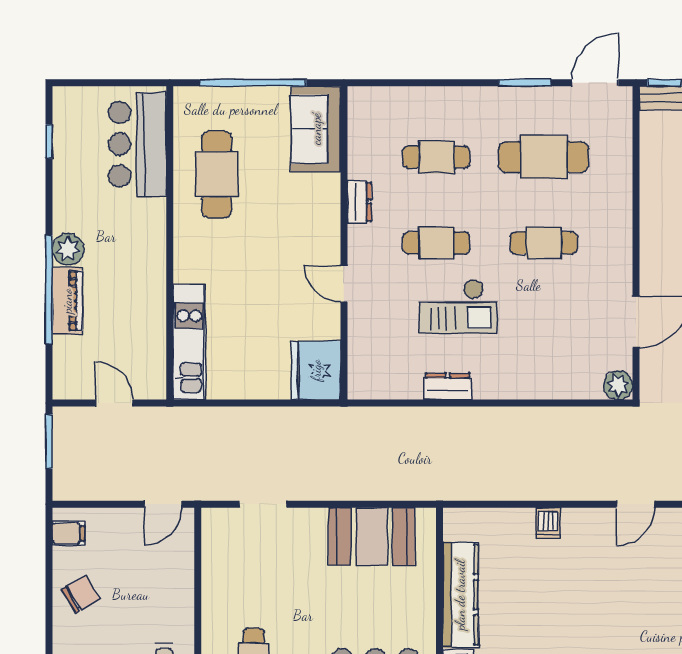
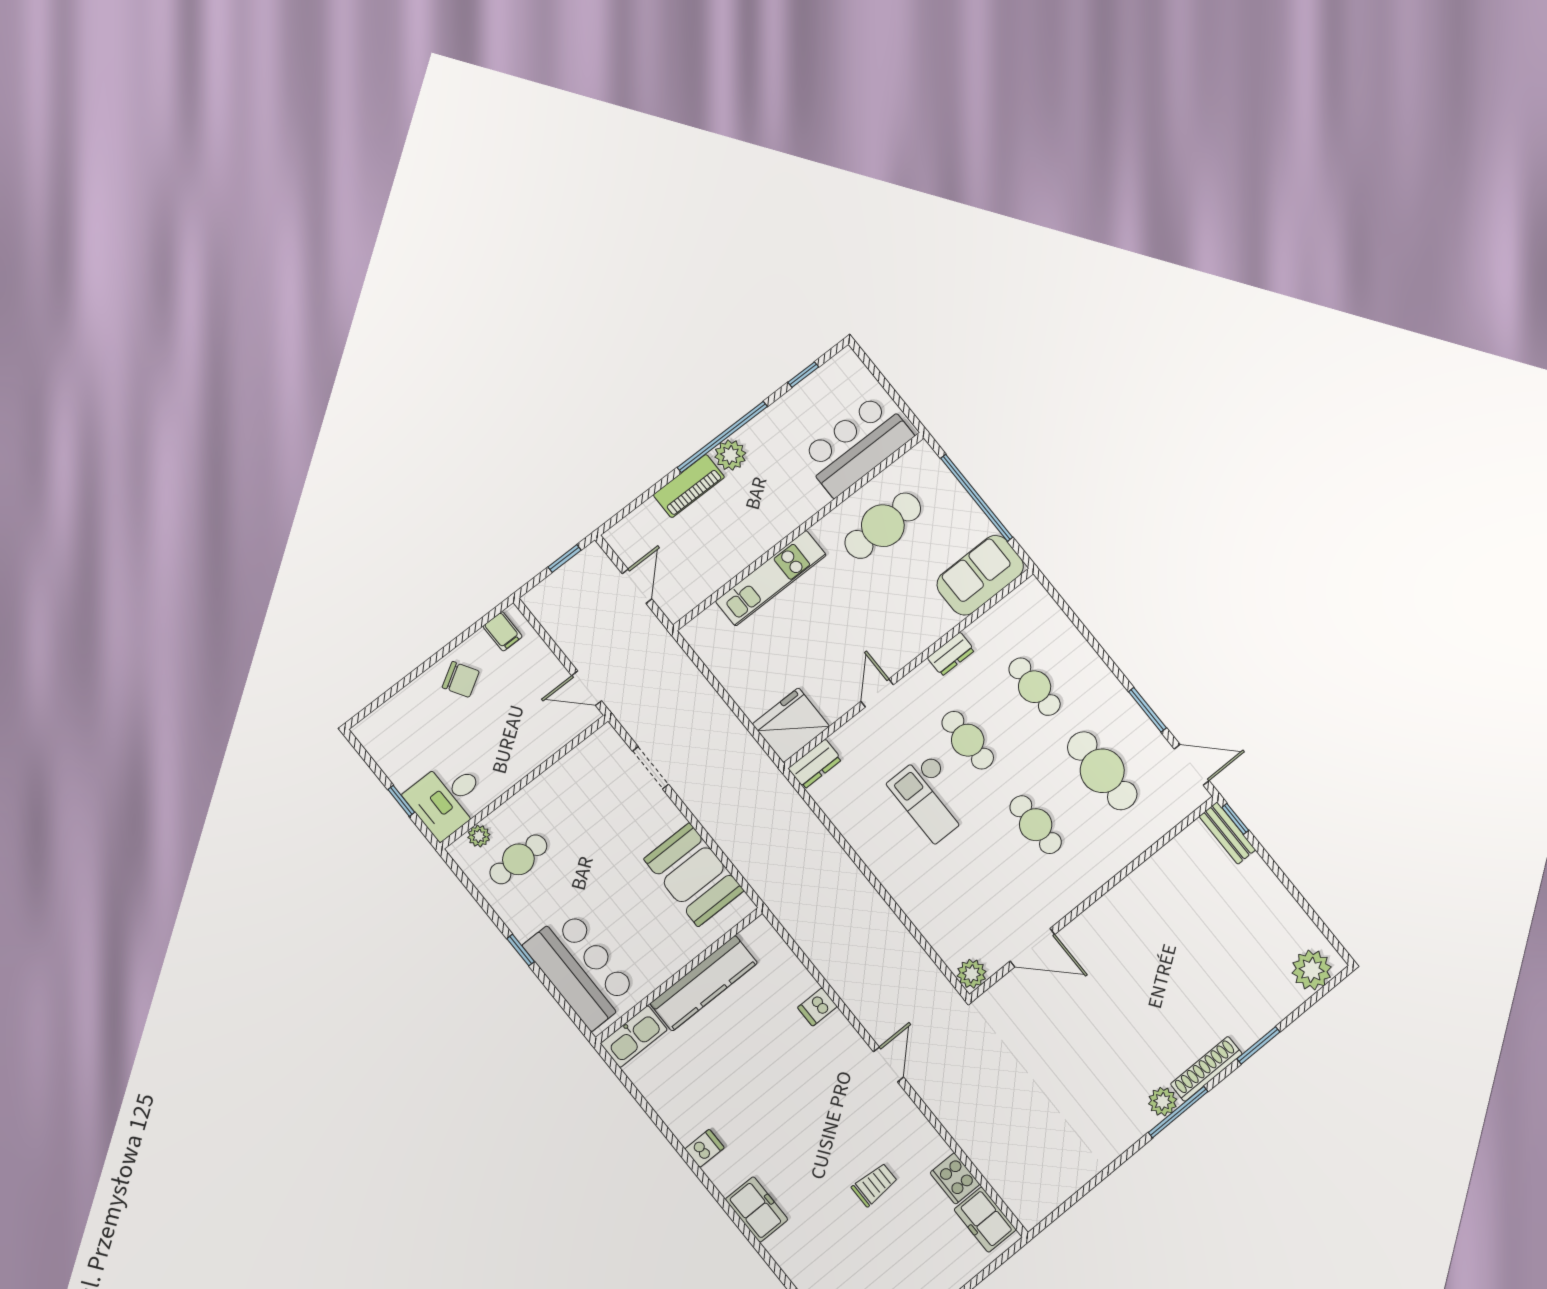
window: (49, 290) -> (722, 437), moved
kitchen unit: (189, 342) -> (771, 578), moved
dresser: (448, 386) -> (815, 764), moved, turned 90
window: (49, 442) -> (564, 559), width x0.67
door: (636, 504) -> (888, 1064), swing flipped

